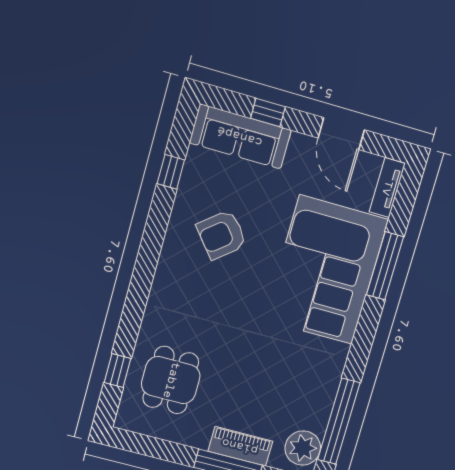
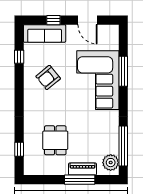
tv unit: (387, 188) -> (114, 37), removed
dining table: (171, 380) -> (55, 140), moved

